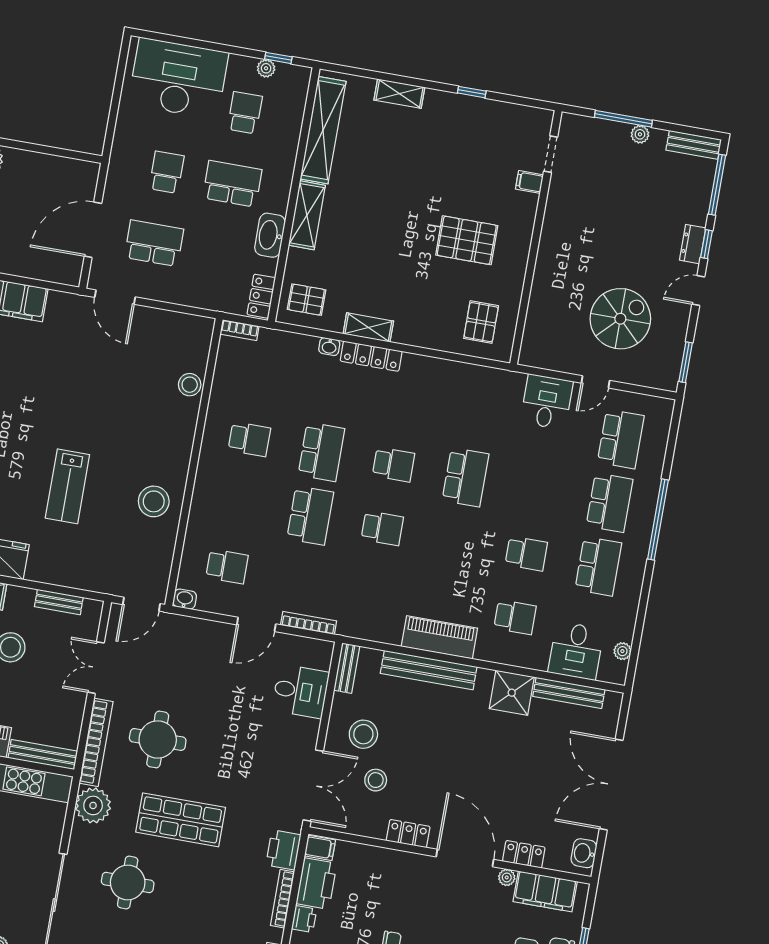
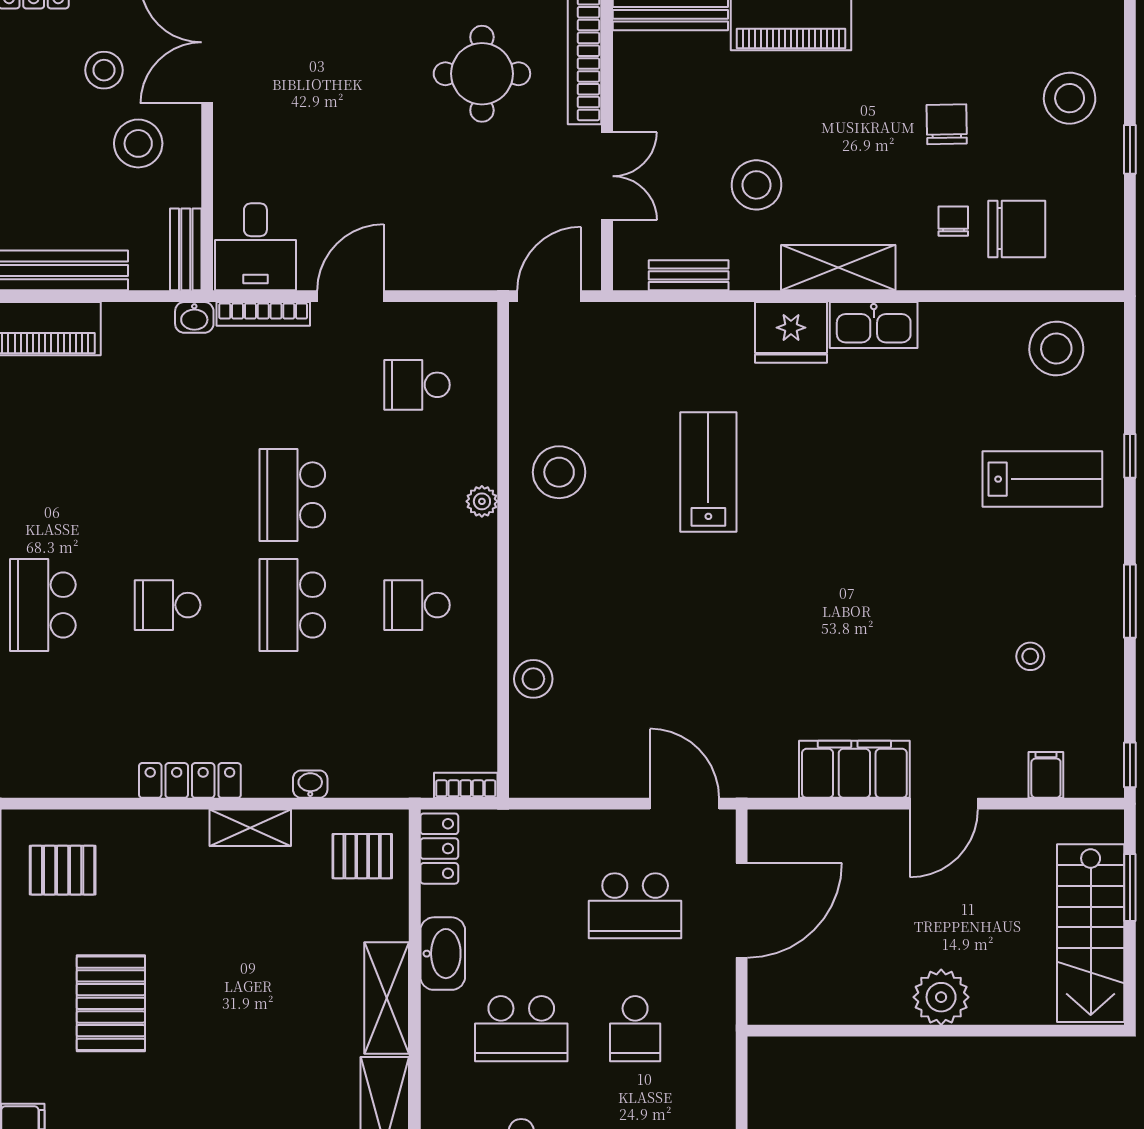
pallet: (467, 240) -> (111, 1003), turned 90
pallet: (481, 322) -> (63, 870), turned 90
locker: (371, 356) -> (190, 780), moved
plant: (201, 492) -> (482, 501), added
school desk: (382, 528) -> (168, 495), removed
washbasin: (185, 599) -> (194, 317), moved
desk: (300, 691) -> (255, 247), moved, turned -90

